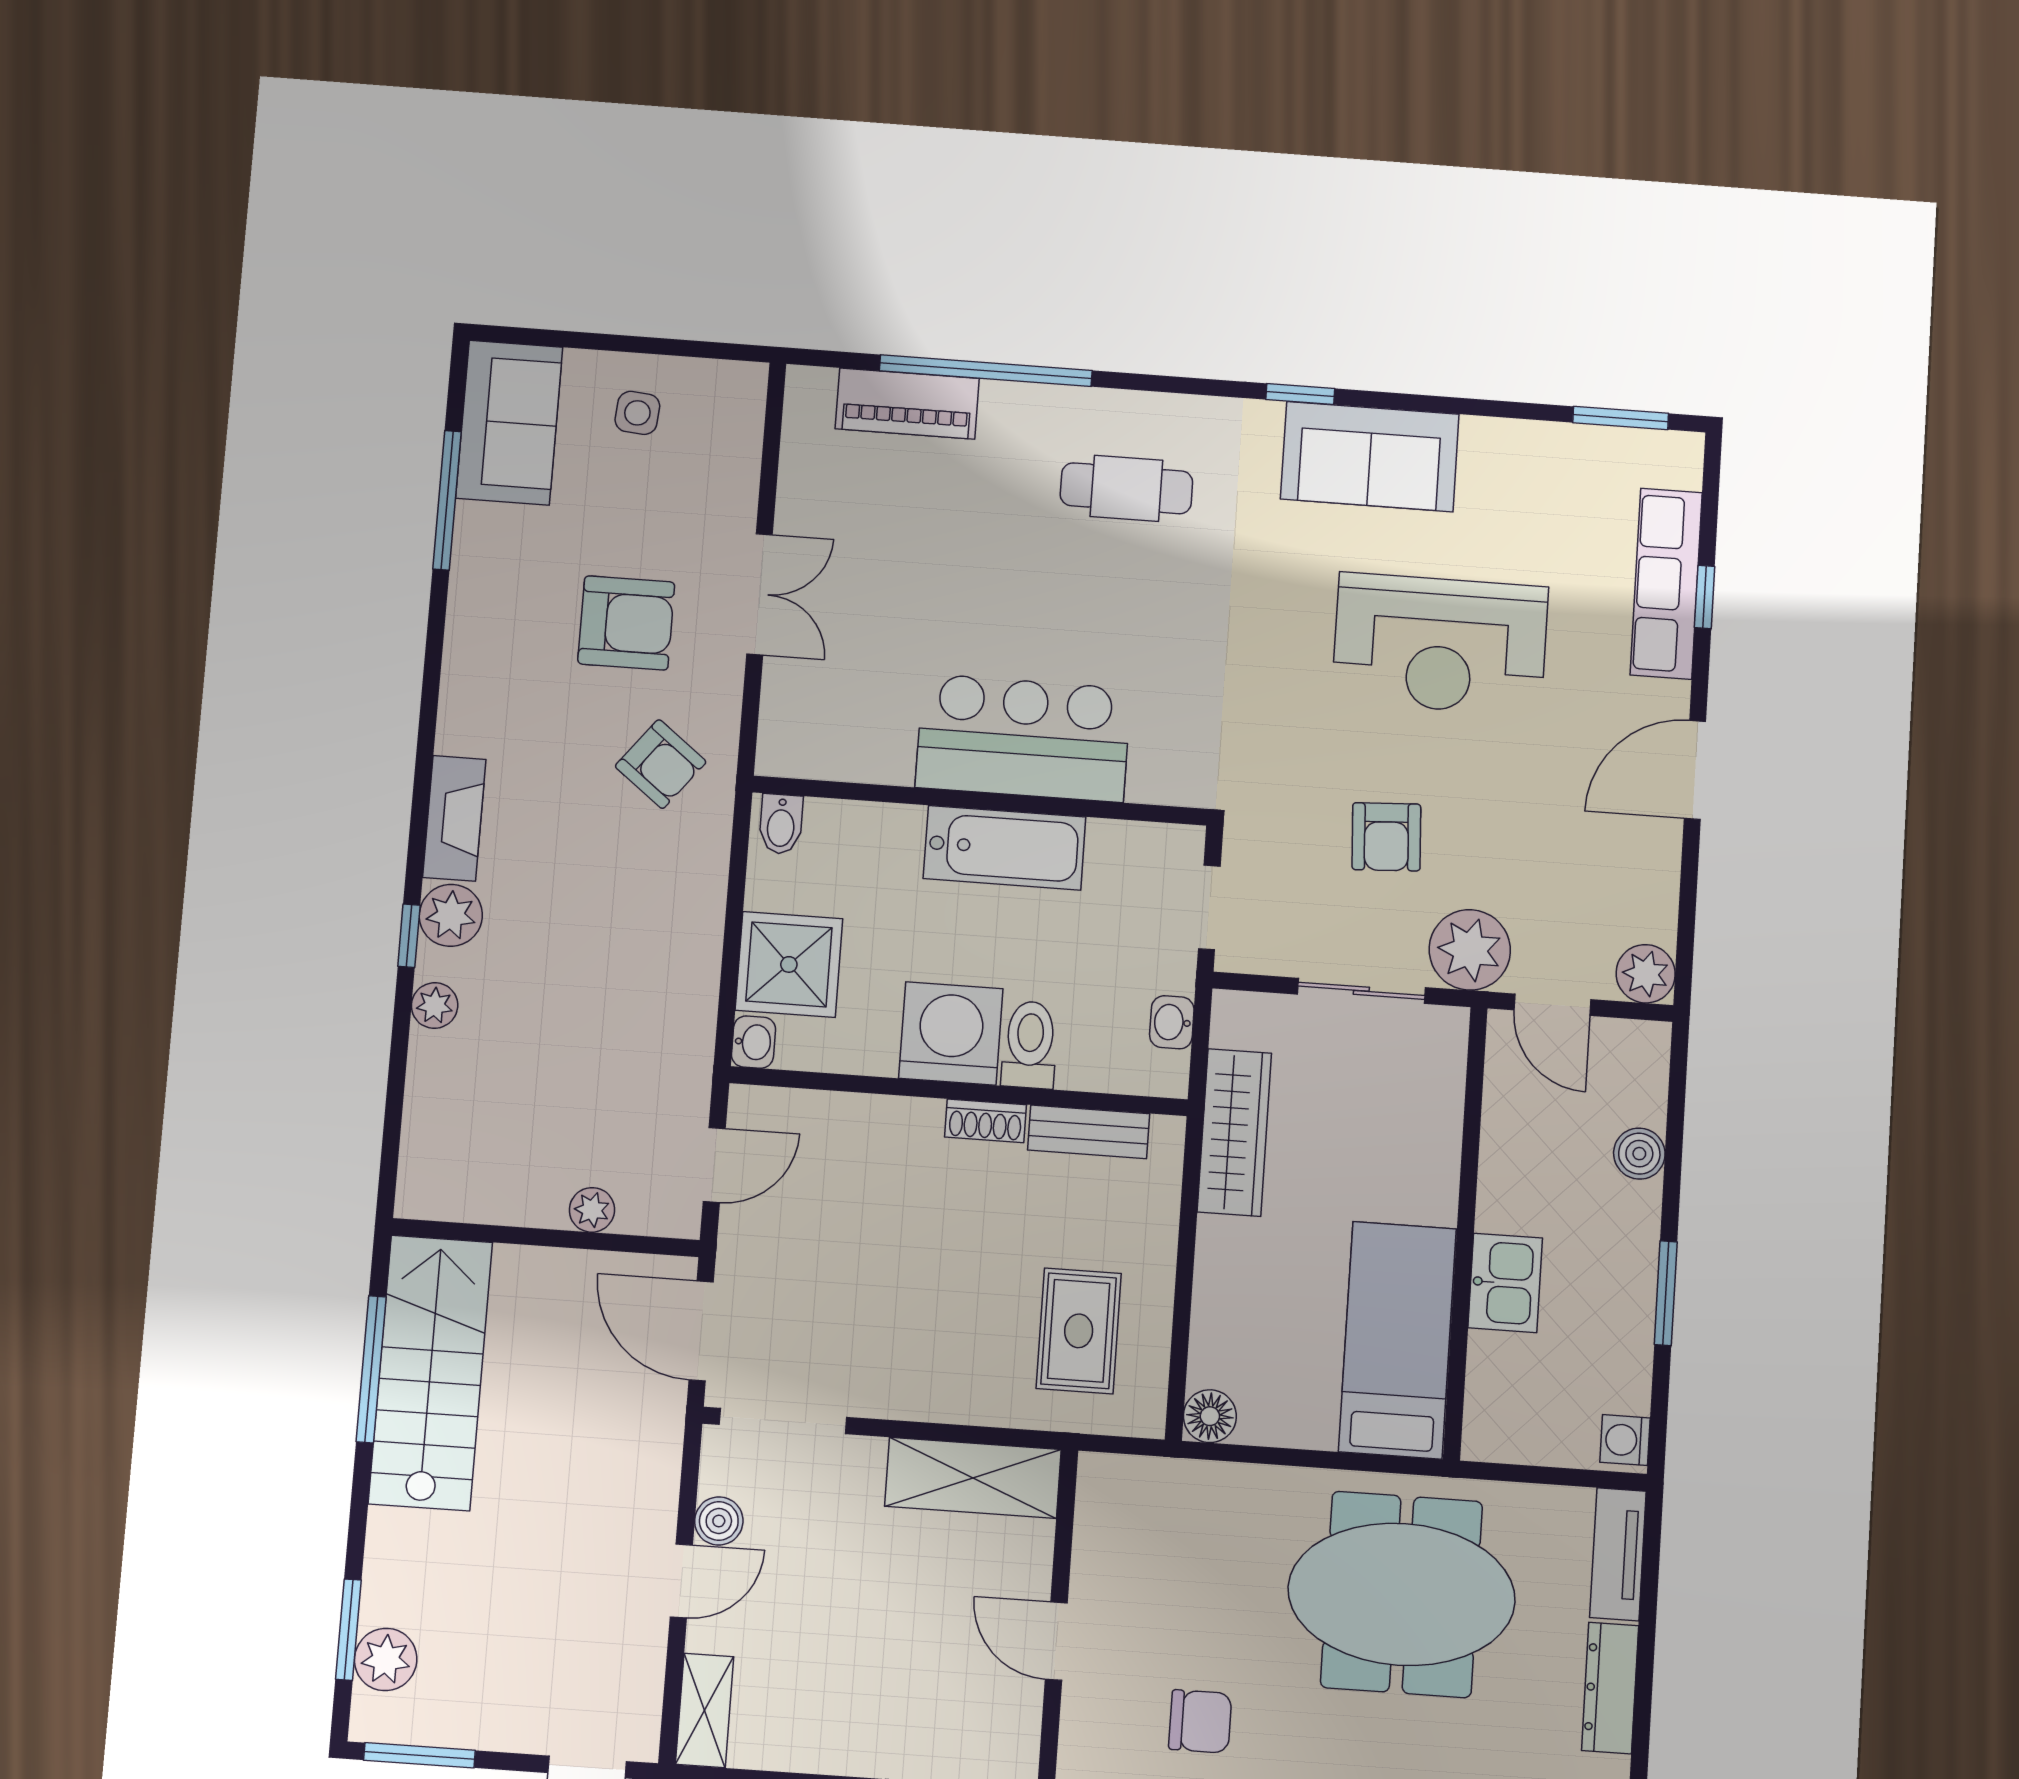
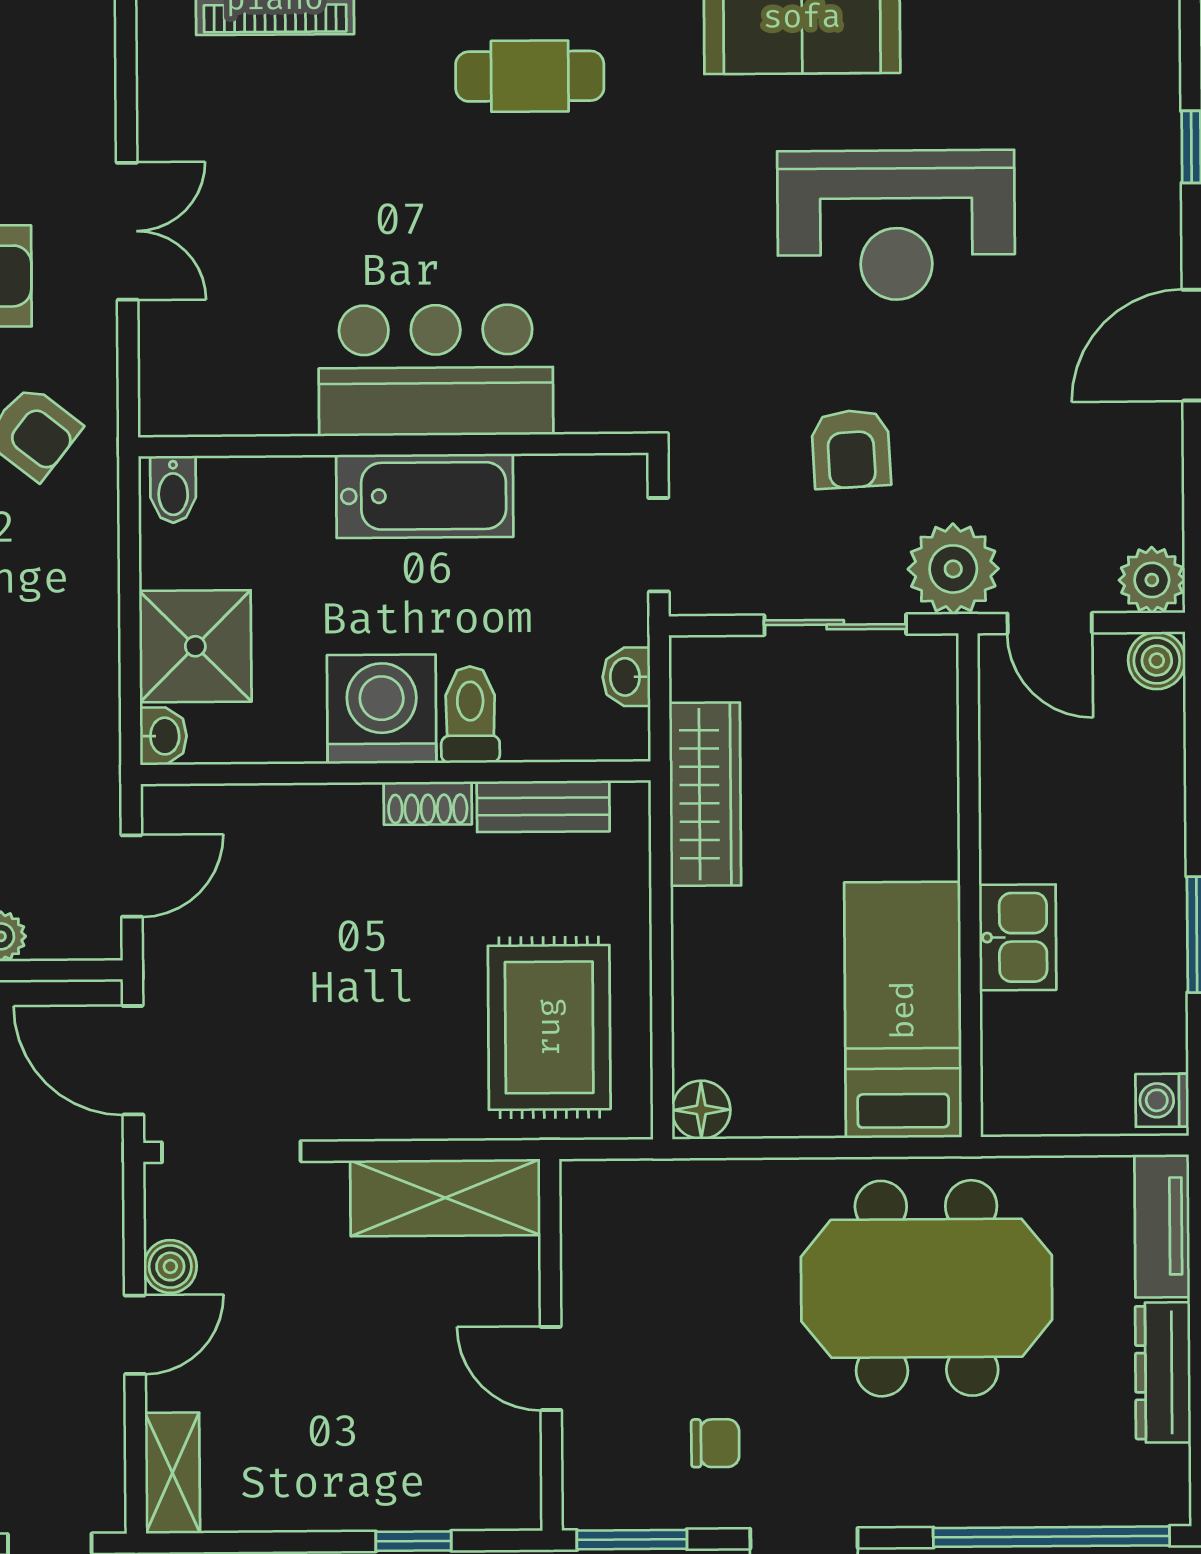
row of seats: (1666, 584) -> (1147, 135), removed
boiler: (1639, 1154) -> (1157, 661), moved
rug: (1079, 1331) -> (549, 1027), width x1.36, depth x1.43
chair: (1200, 1721) -> (715, 1443), width x0.73, depth x0.73

